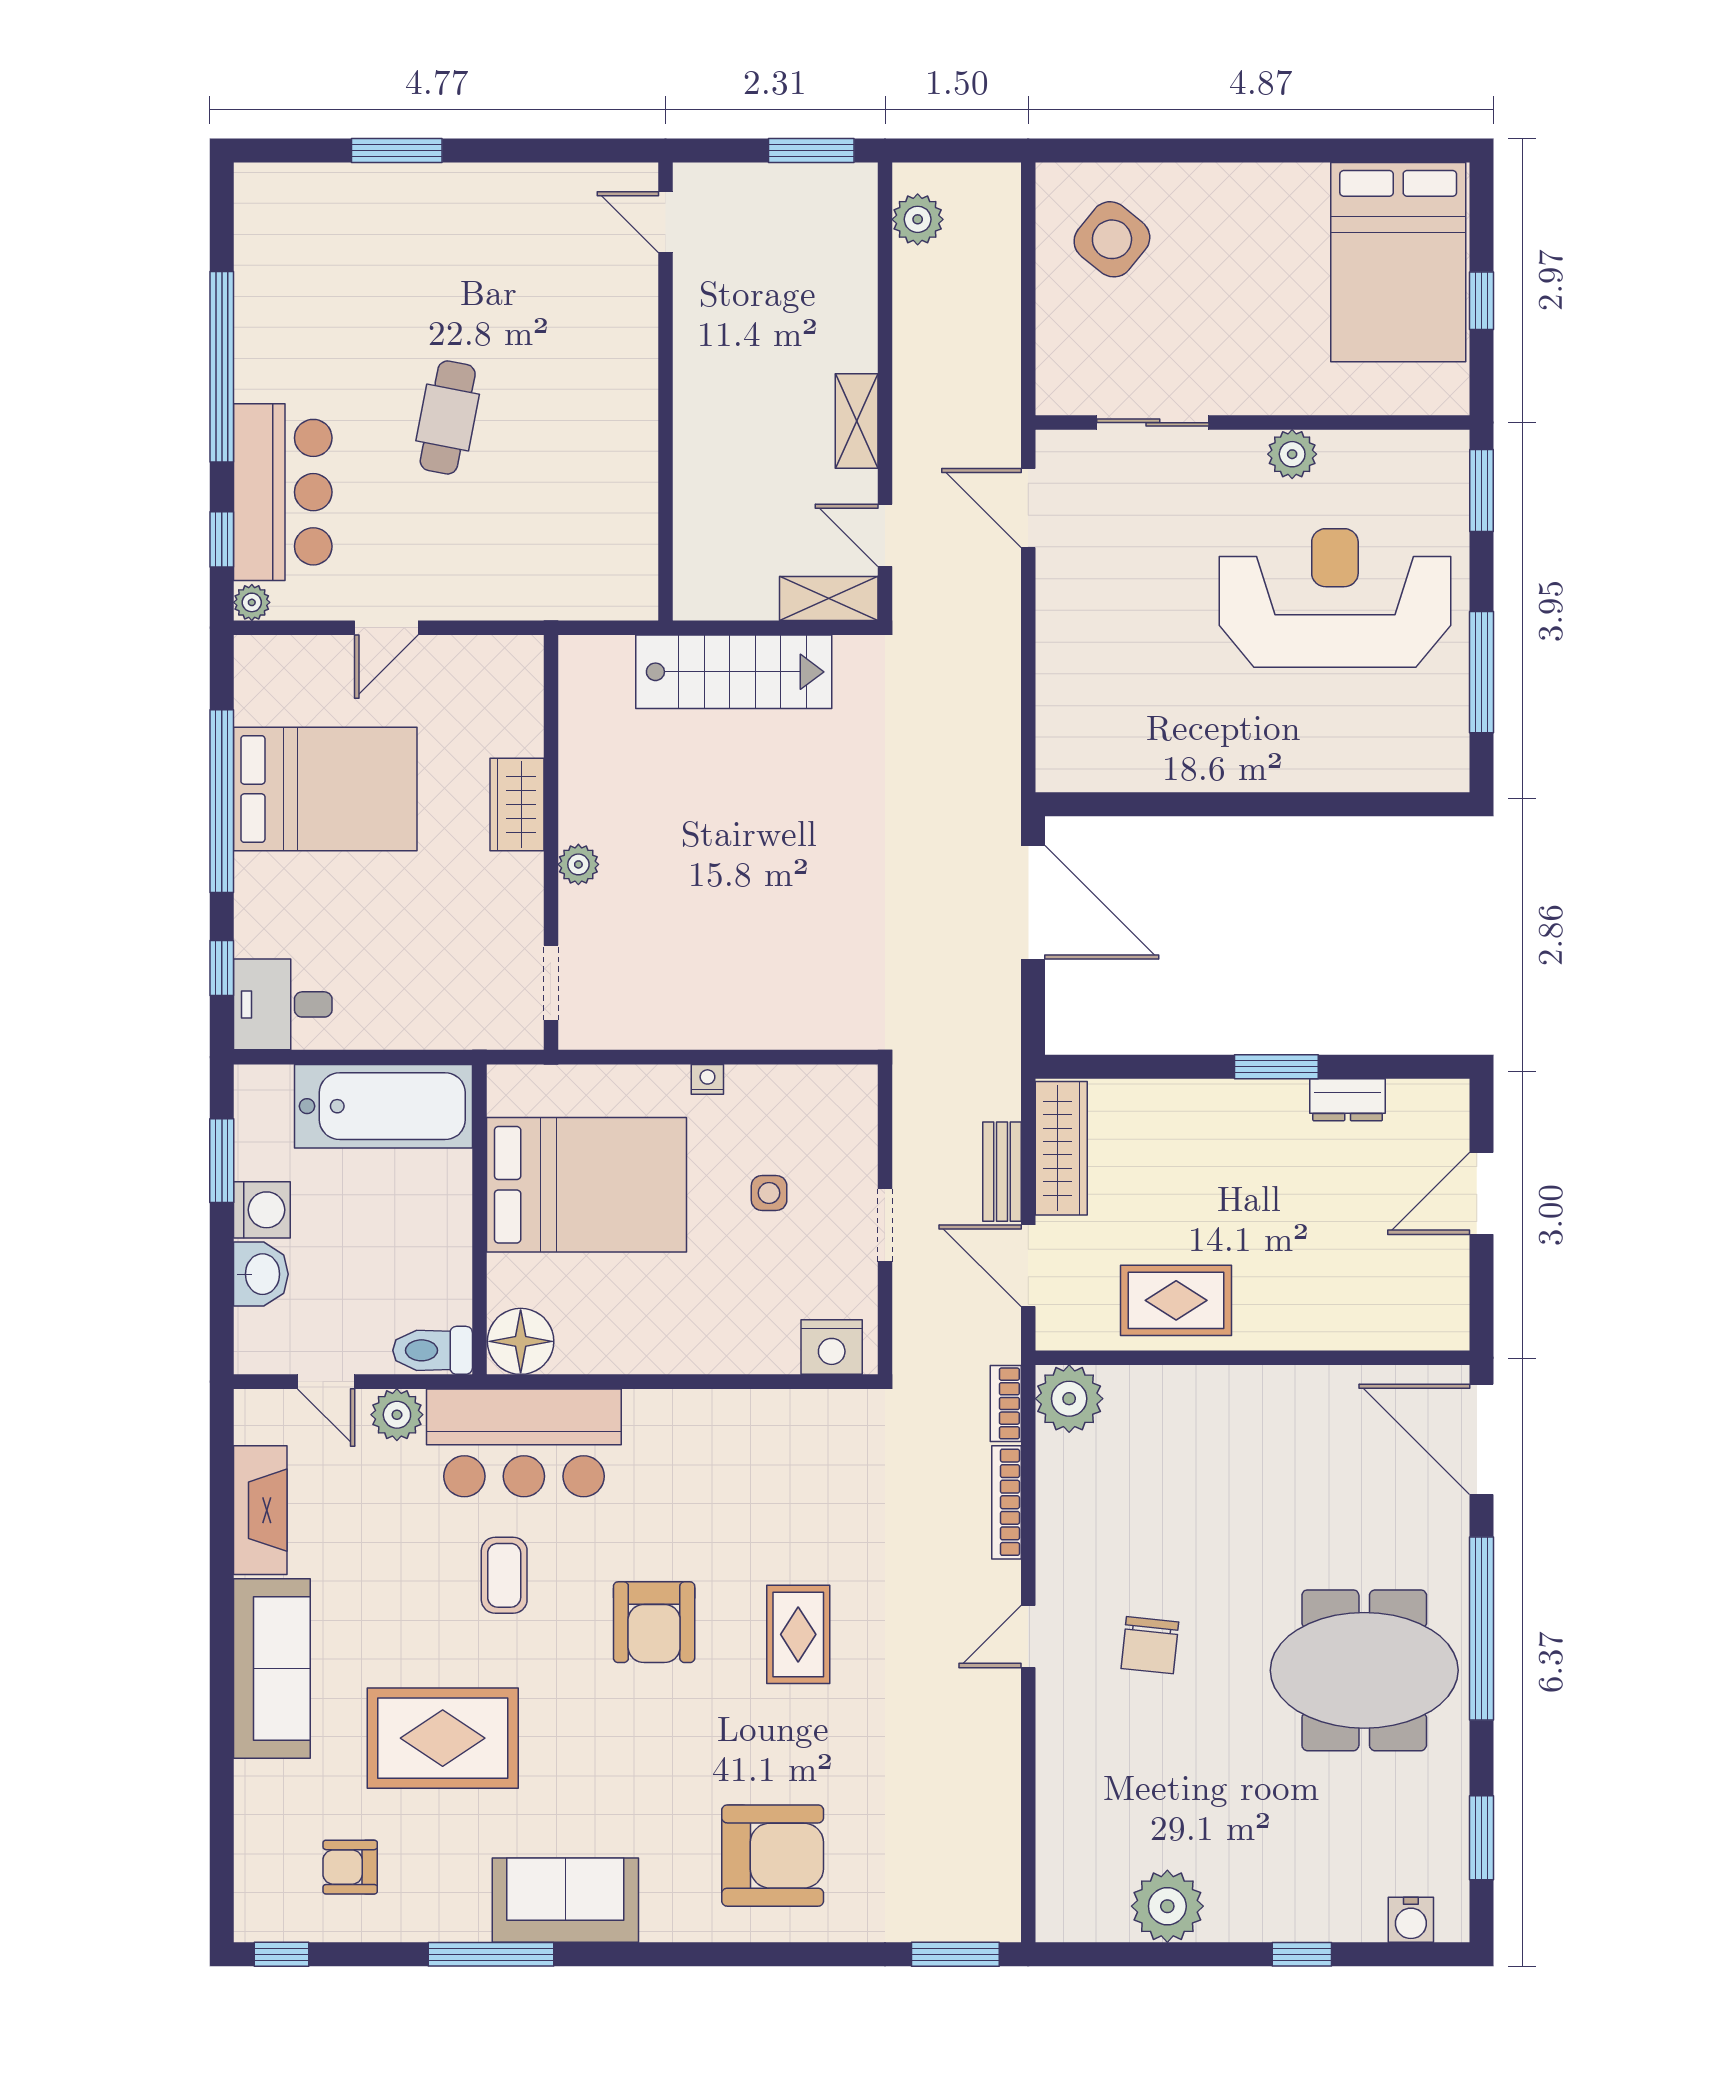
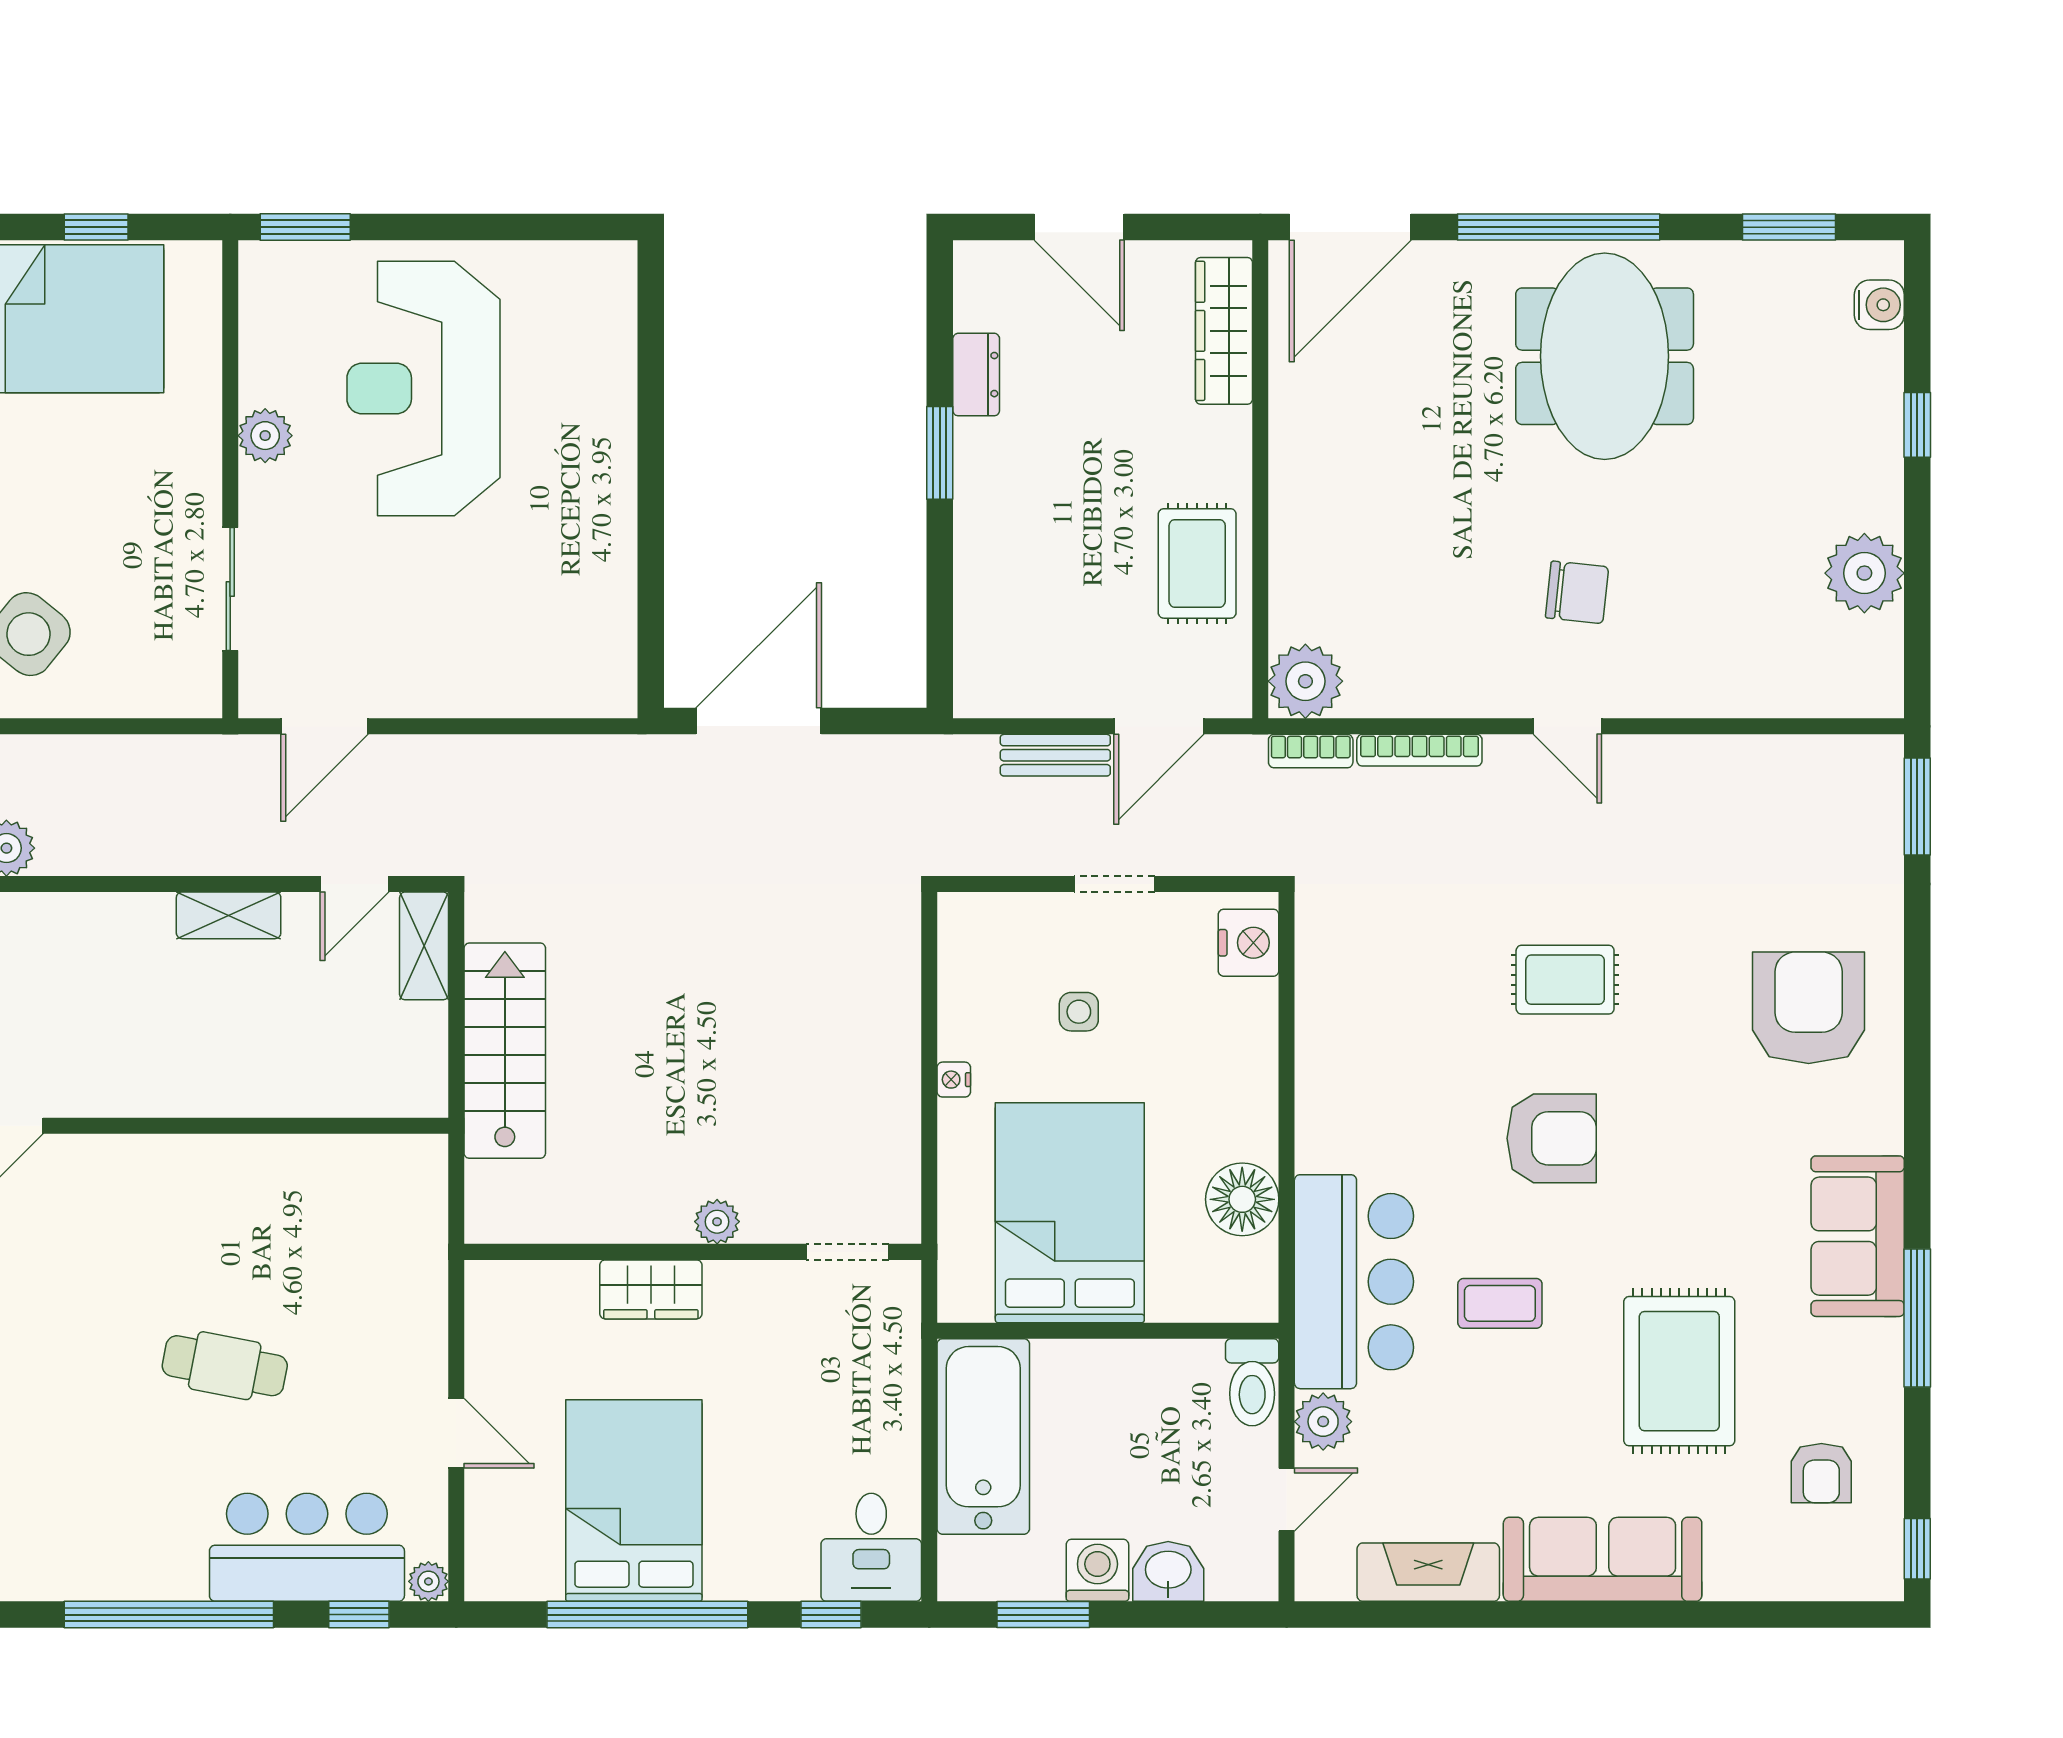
window: (1481, 672) -> (505, 227), removed
wardrobe: (1061, 1148) -> (1224, 331), moved, turned -90
floor lamp: (521, 1341) -> (1242, 1199), moved

